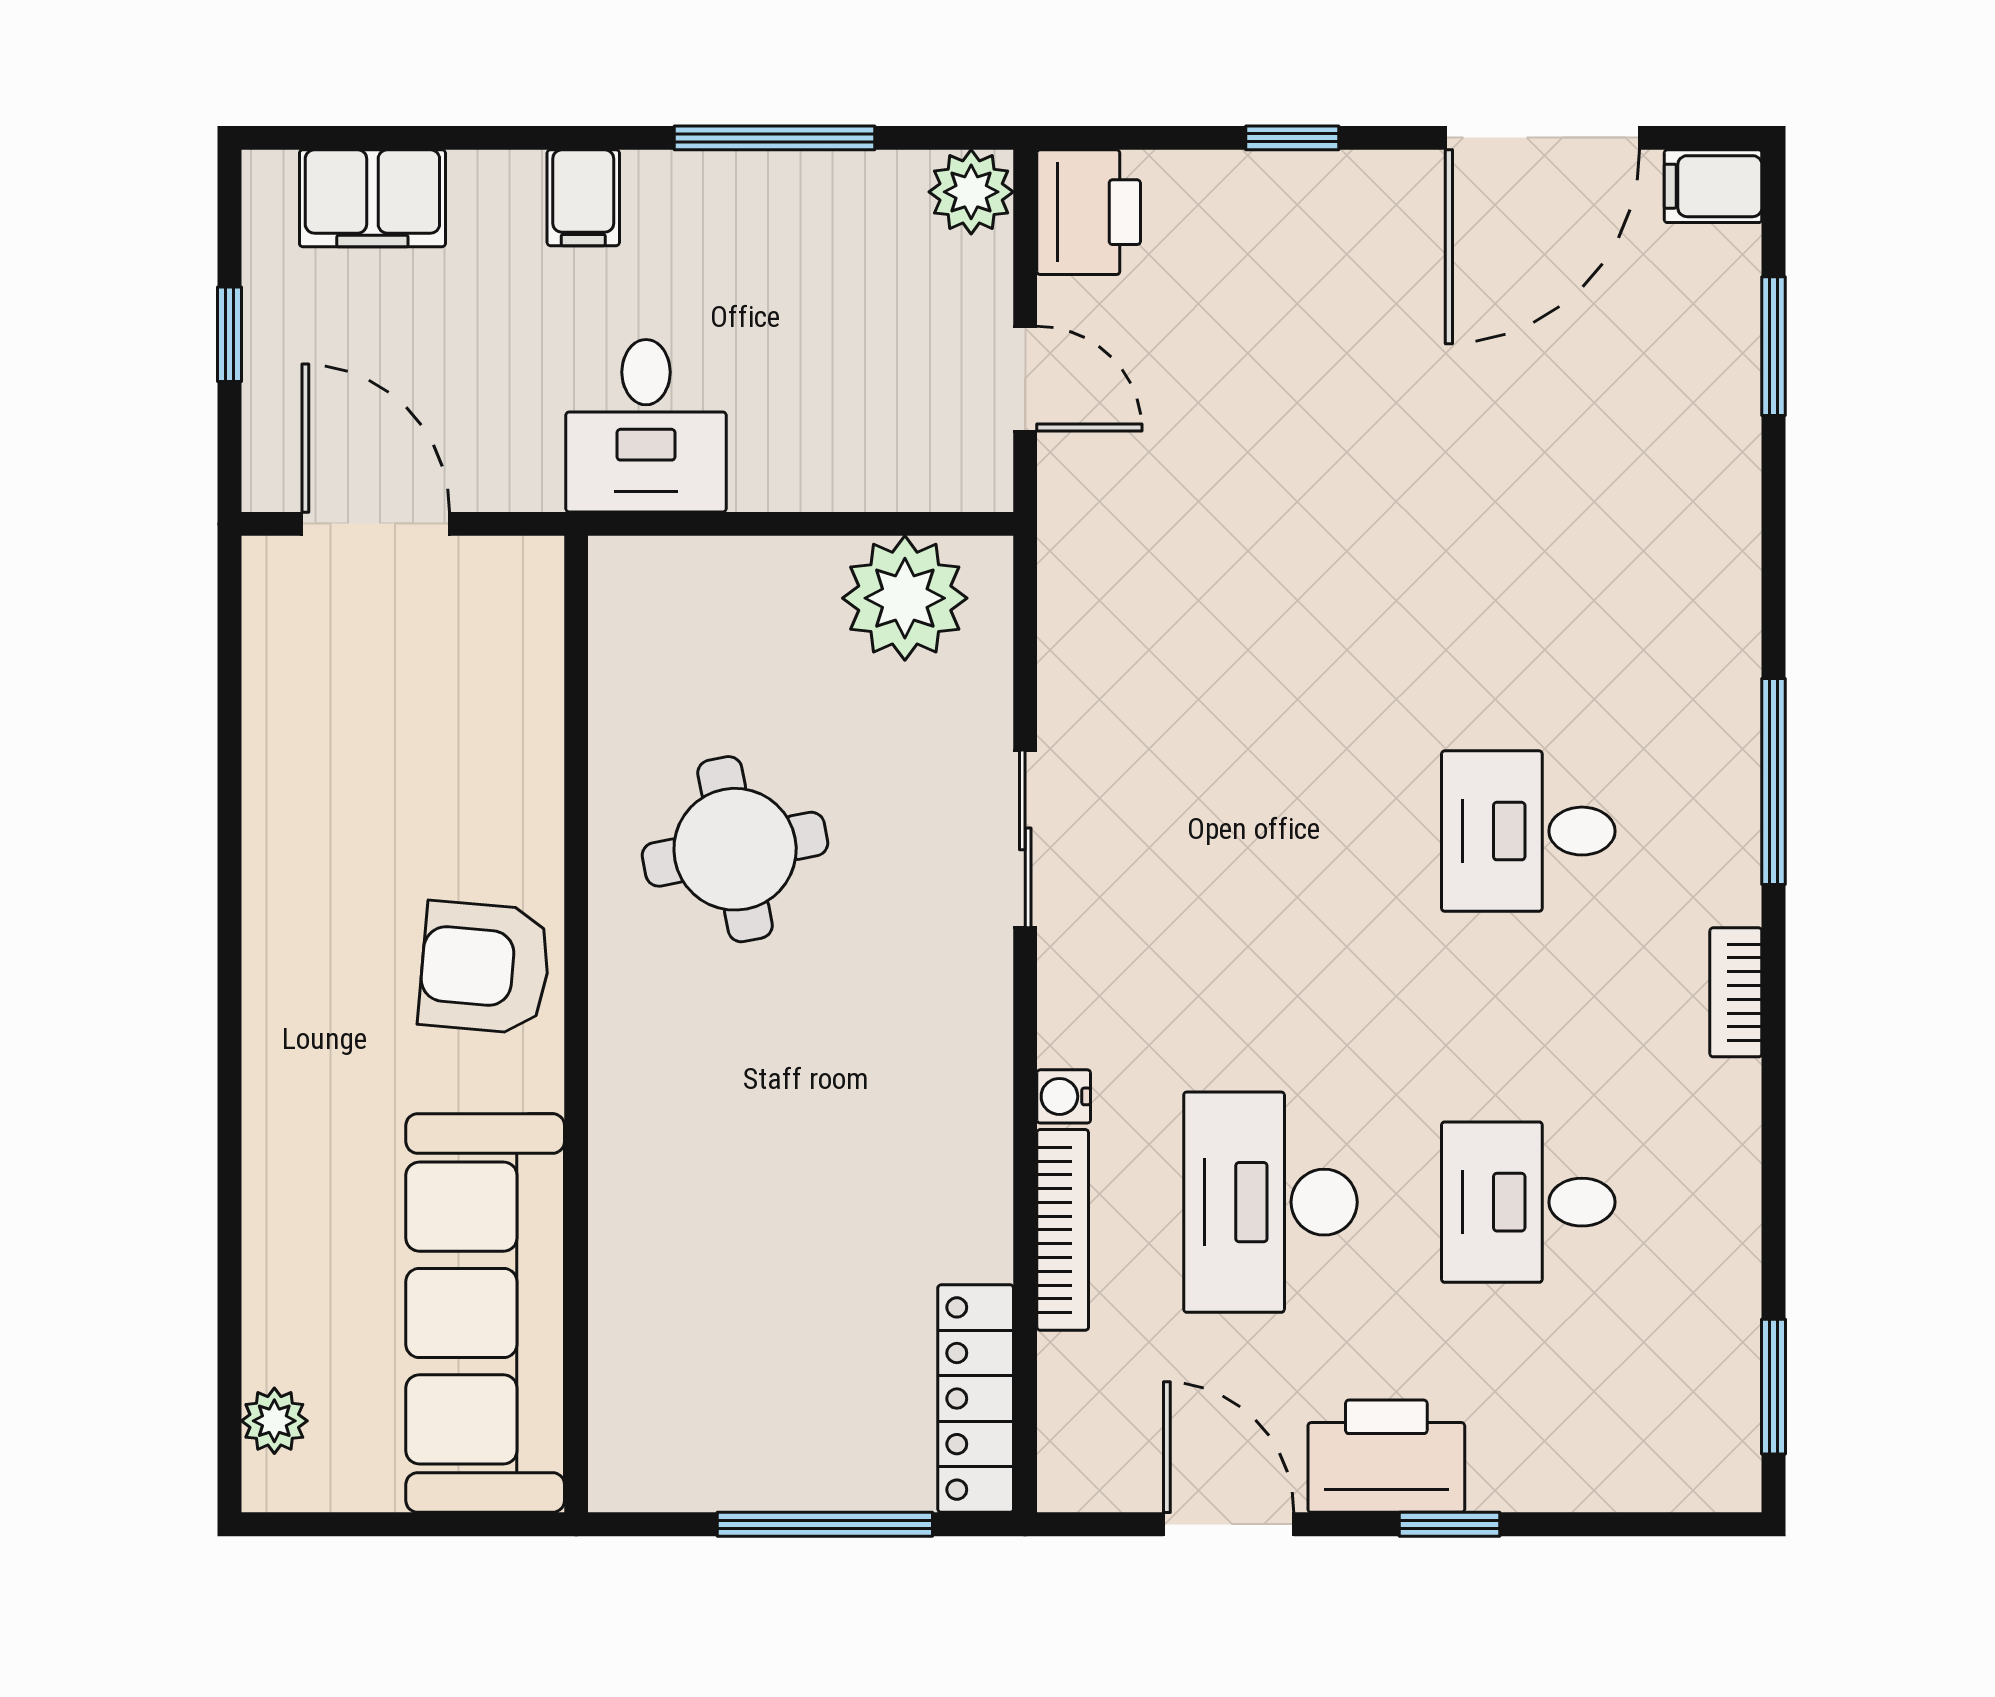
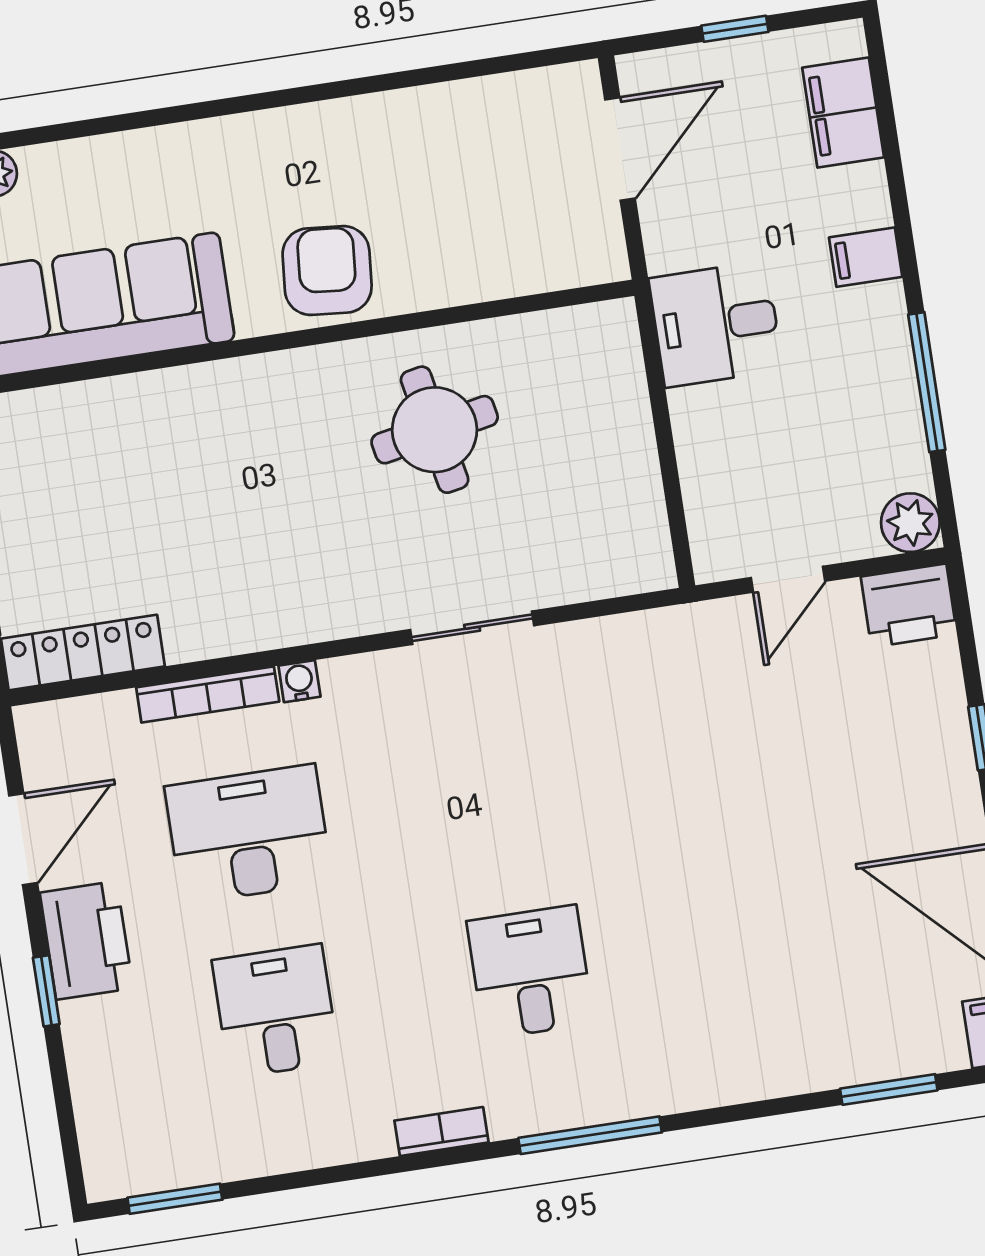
plant: (905, 598) -> (625, 520), removed

